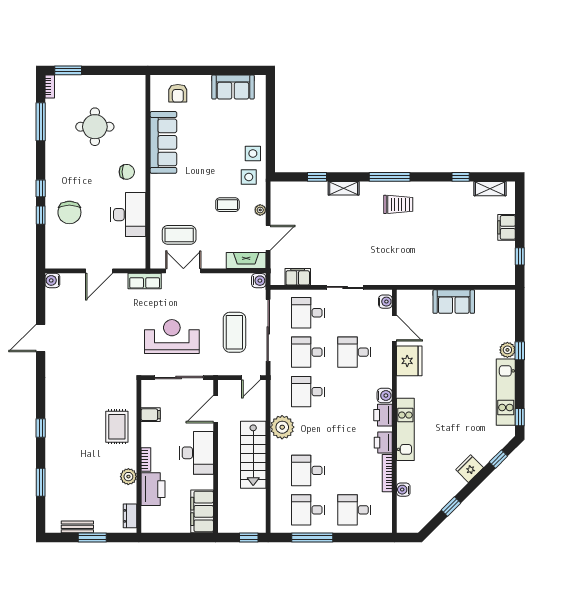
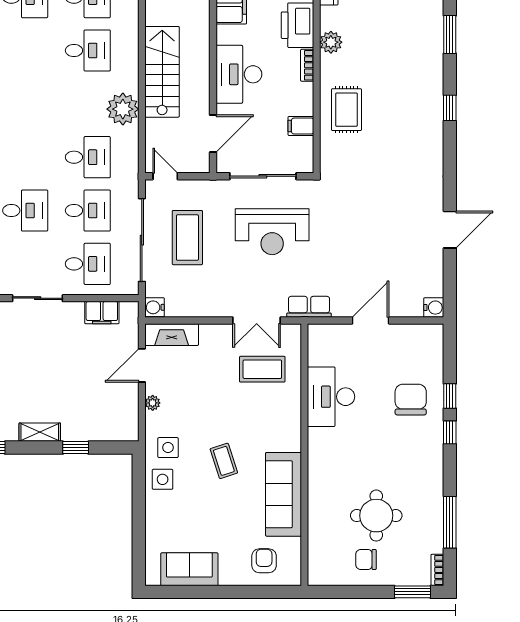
chair: (127, 172) -> (366, 560), moved
coffee table: (227, 205) -> (224, 461), moved, turned 72
door: (251, 378) -> (165, 176), hinge flipped

